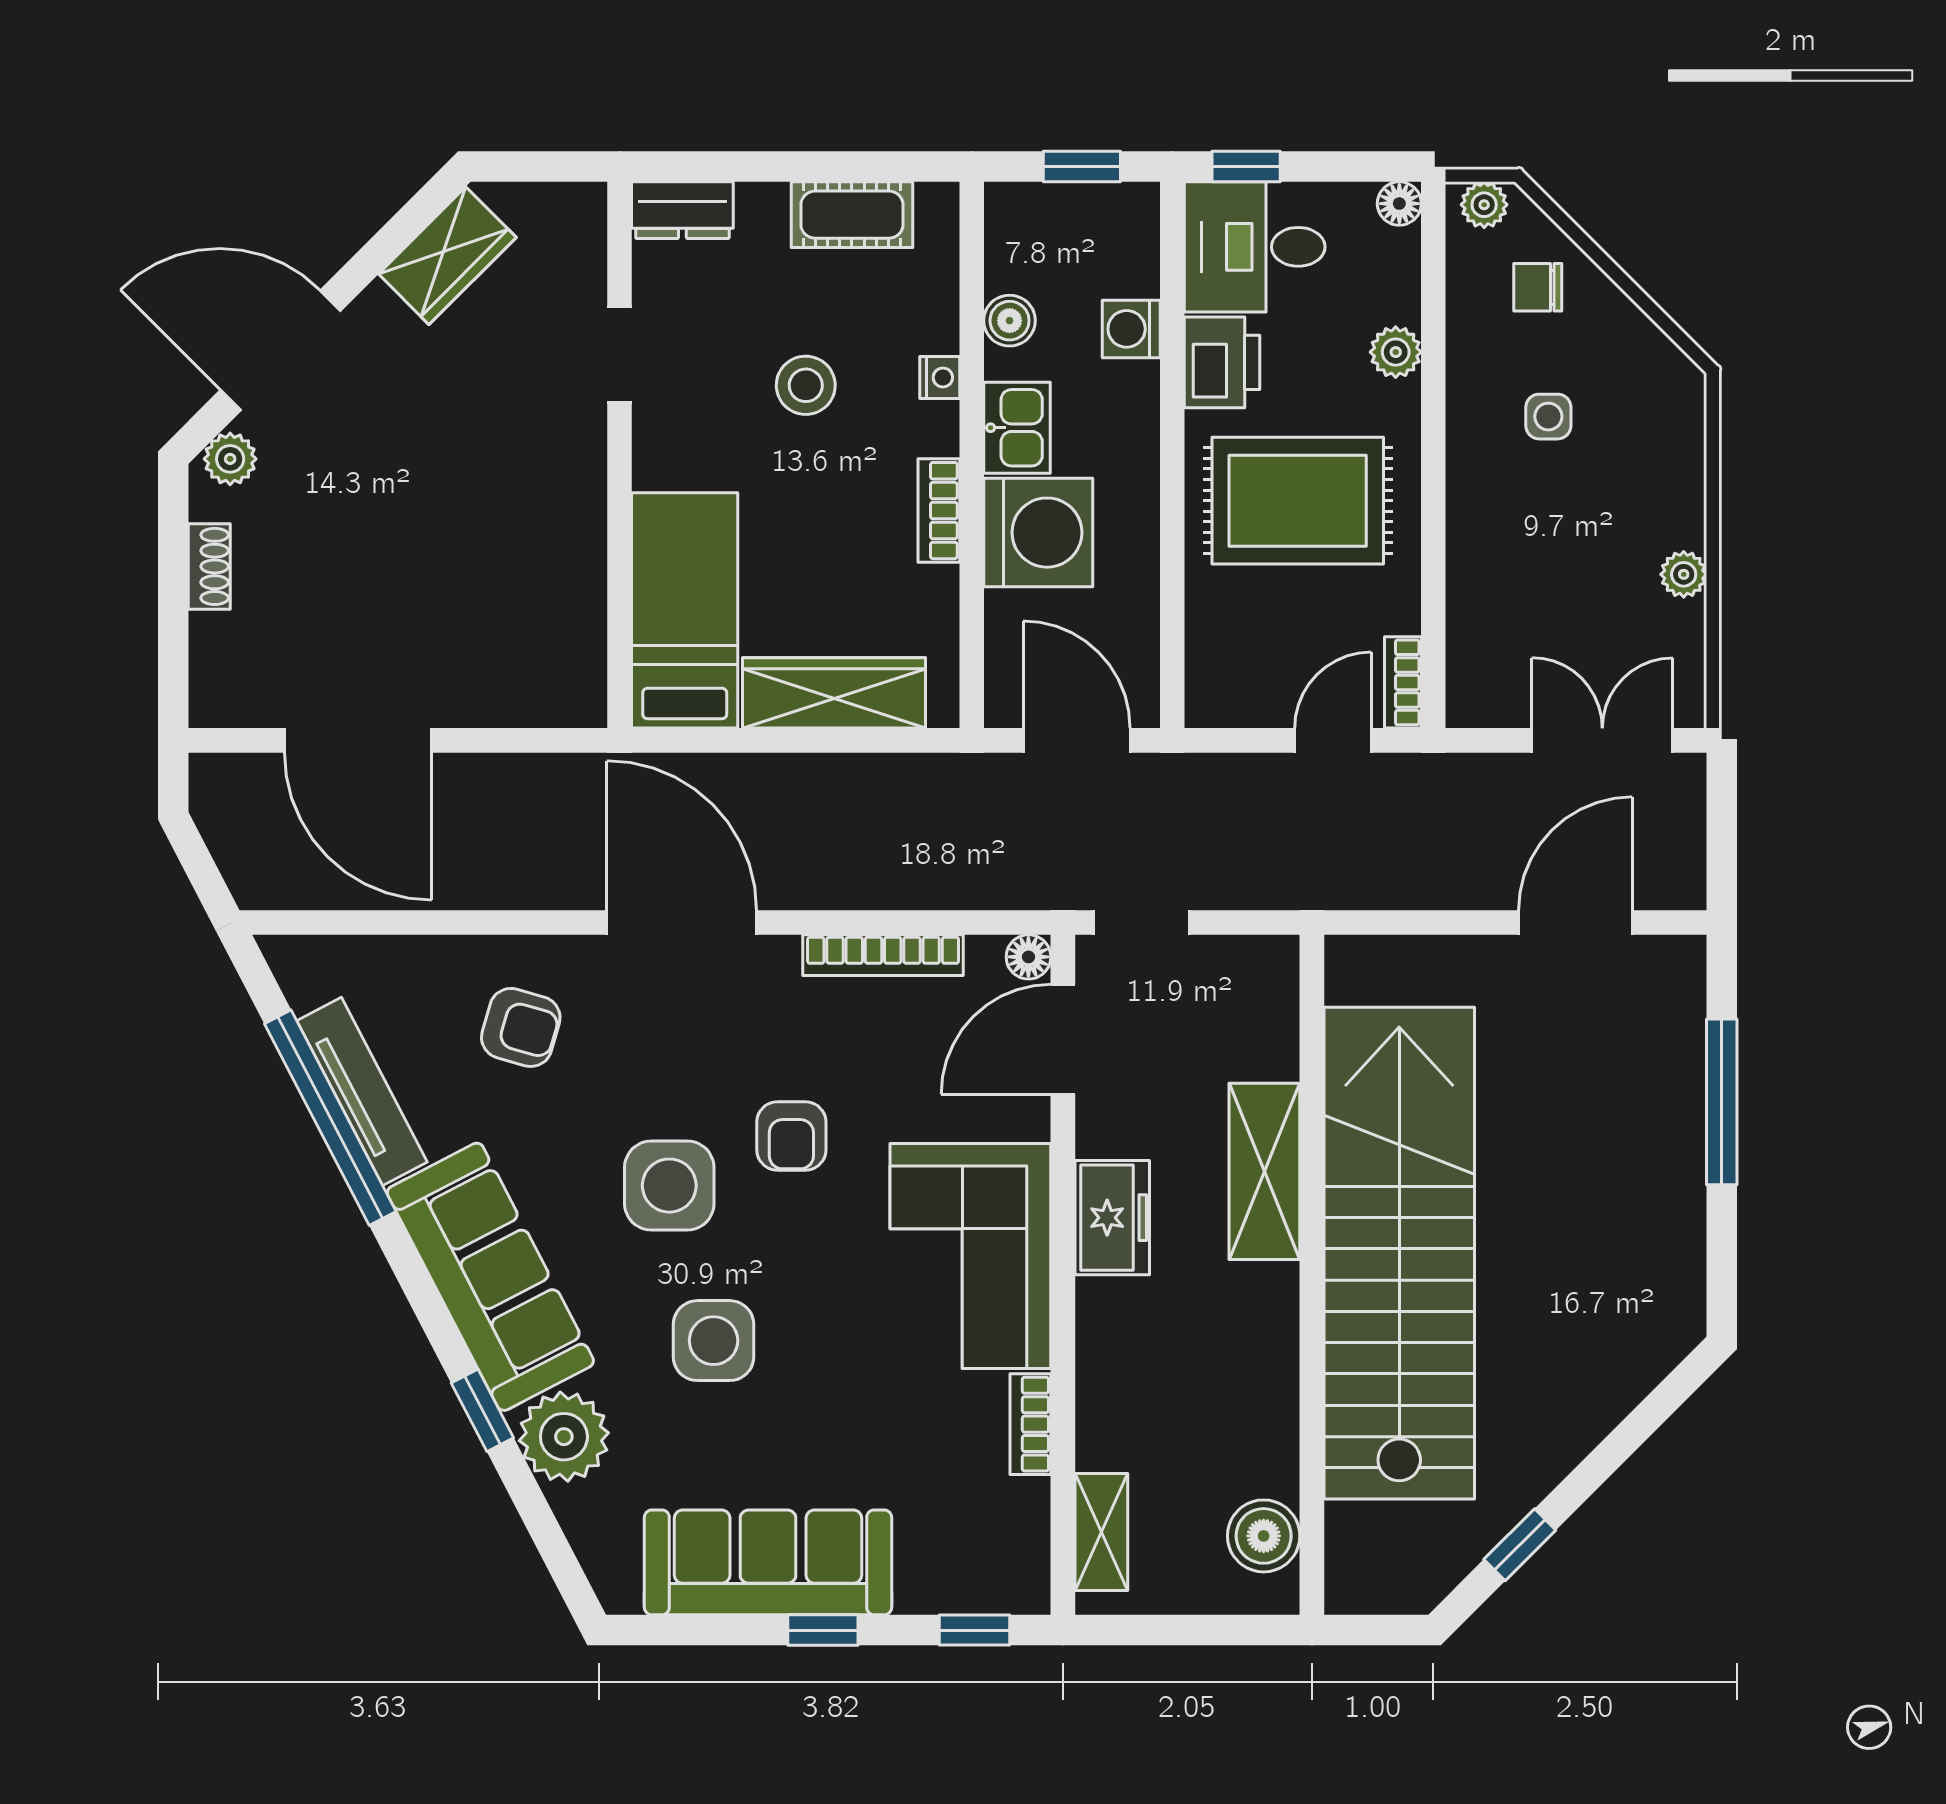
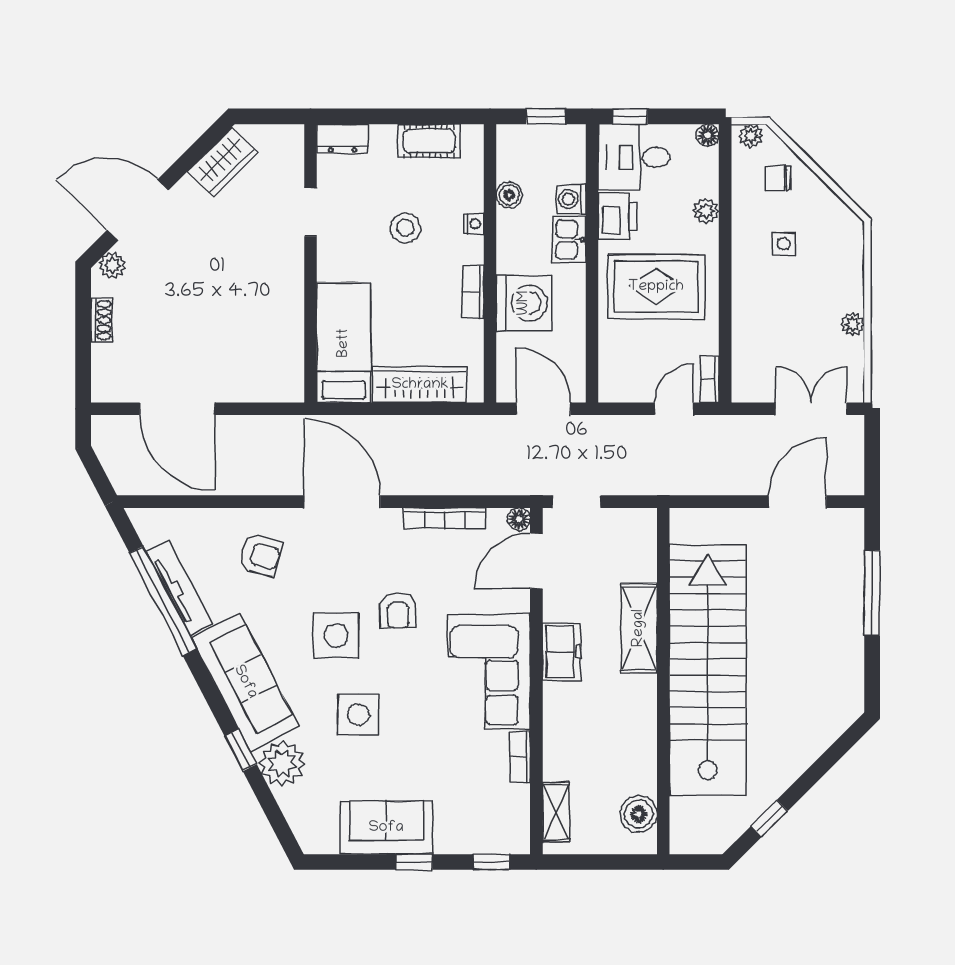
kitchen sink: (1017, 428) -> (569, 240), moved, turned 180
sofa: (768, 1562) -> (386, 828), width x0.73

